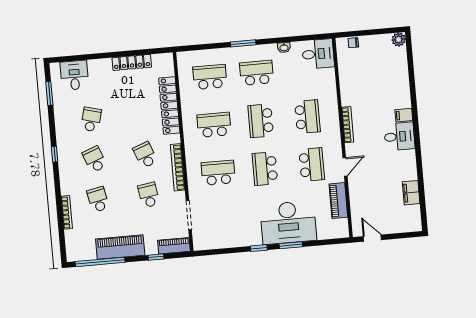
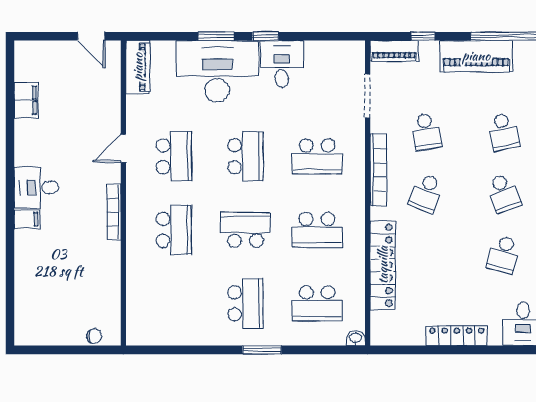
plant: (399, 40) -> (25, 335), removed
washbasin: (284, 48) -> (356, 338), moved
desk: (318, 54) -> (282, 64), moved, turned 90
locker: (132, 62) -> (457, 336), moved
school desk: (257, 73) -> (245, 303), turned -90
school desk: (307, 117) -> (174, 230), turned 180
school desk: (261, 121) -> (245, 230), turned -90
school desk: (145, 155) -> (426, 193), turned 42
school desk: (312, 165) -> (174, 156), turned 180
piano: (338, 201) -> (138, 67), moved

